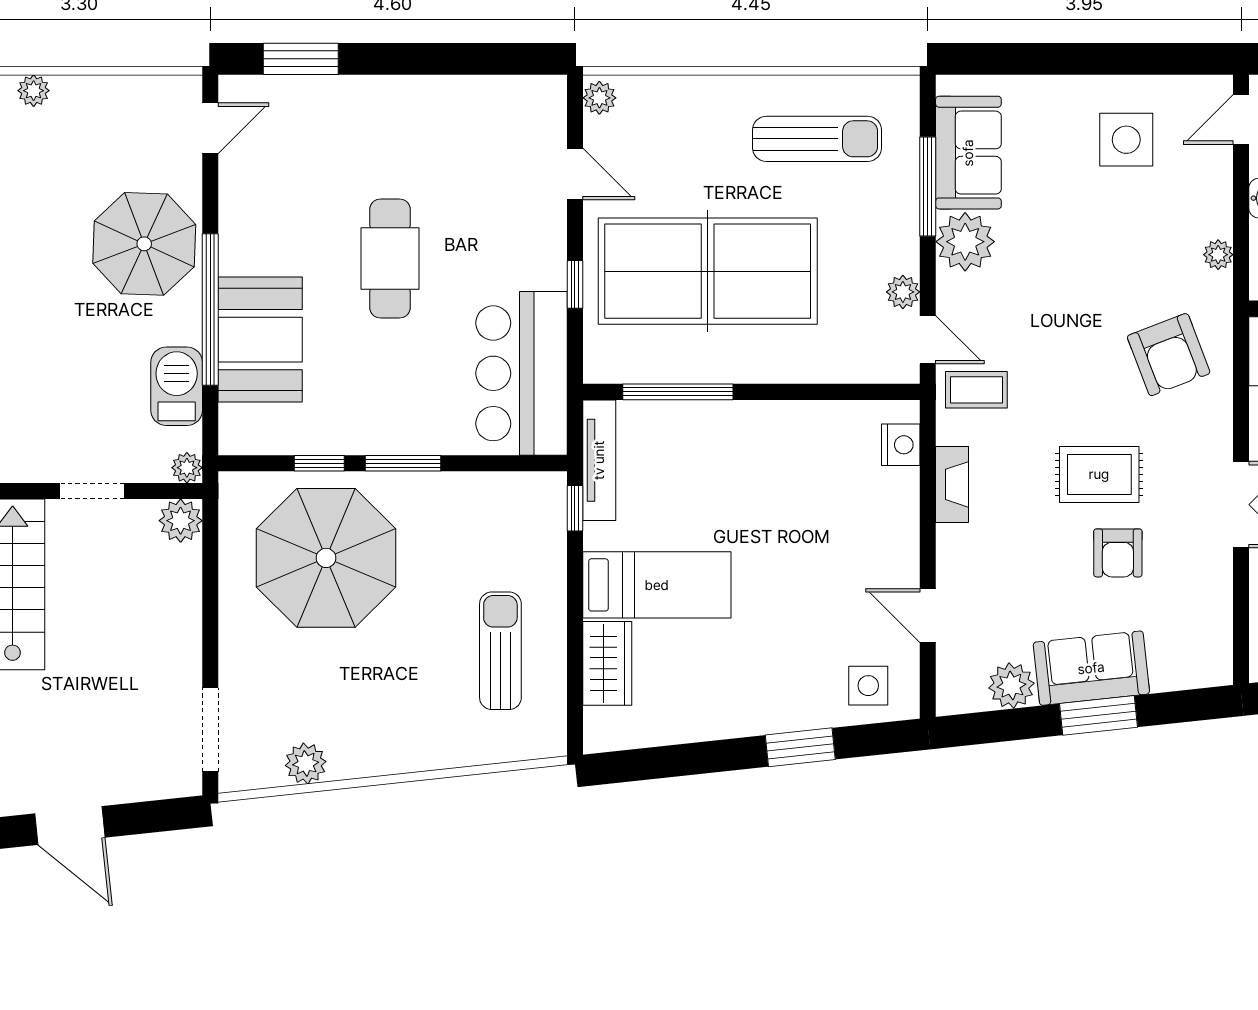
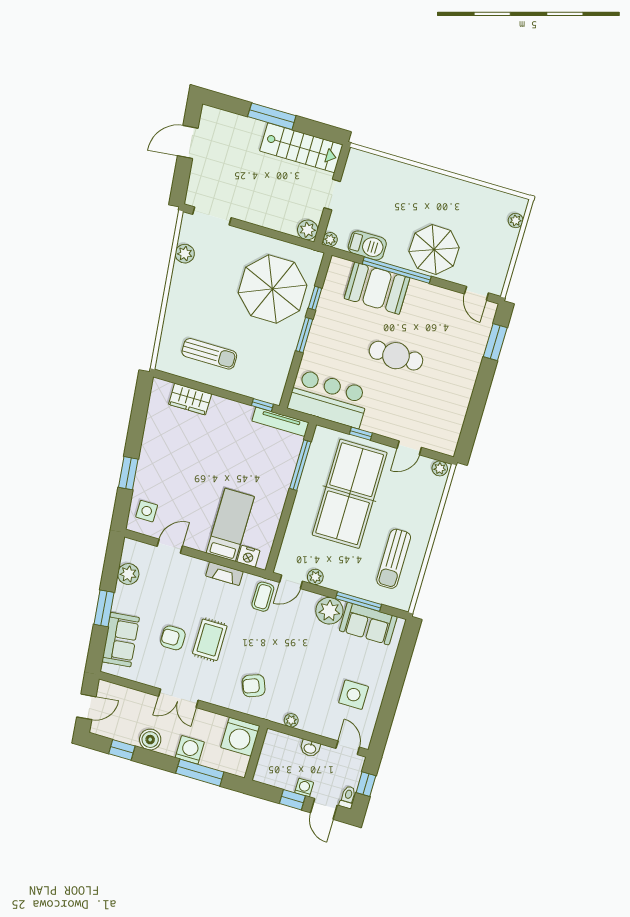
armchair: (1169, 355) -> (254, 686), width x0.72, depth x0.72
bed: (657, 585) -> (230, 525), moved, turned 180
sofa: (1091, 668) -> (121, 640), moved

